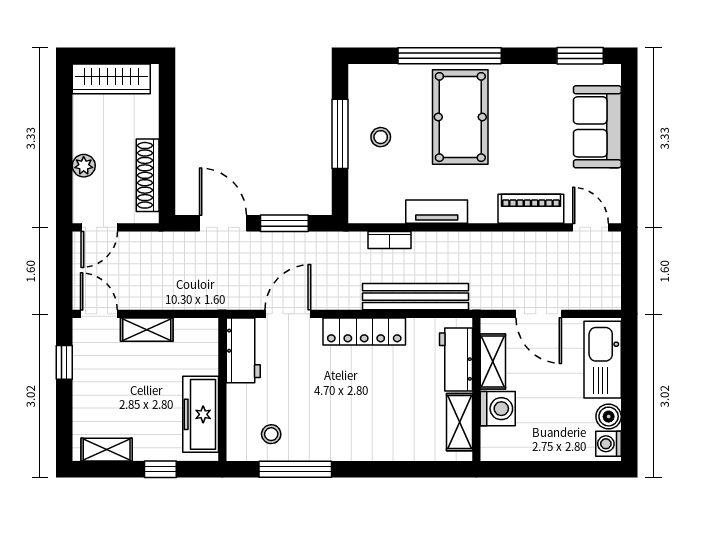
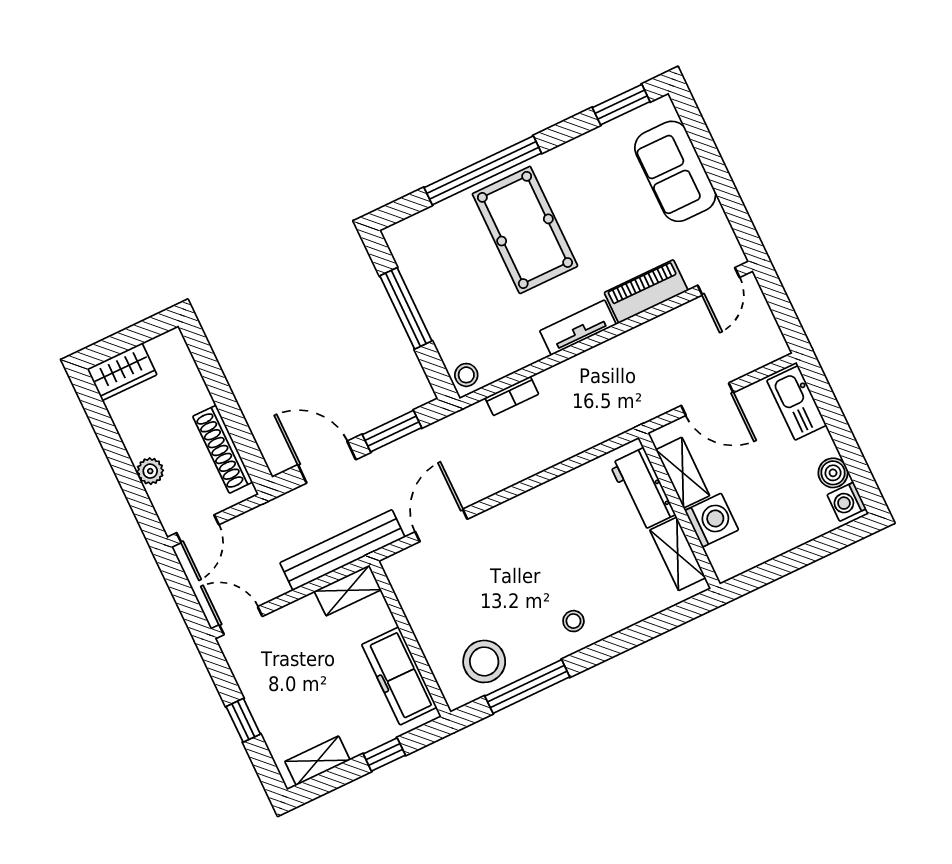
wardrobe: (111, 79) -> (122, 372), width x0.67
stool: (381, 137) -> (466, 375), moved
tv unit: (437, 212) -> (578, 328), moved
door: (590, 227) -> (719, 281), swing flipped
bench: (416, 297) -> (342, 550), moved
shelving: (147, 330) -> (348, 590), moved
locker: (364, 332) -> (531, 506), removed
workbench: (243, 350) -> (412, 587), removed
kitchen sink: (603, 360) -> (797, 403), width x0.73, depth x0.81
window: (64, 362) -> (243, 720), moved
stool: (271, 434) -> (484, 661), width x1.89, depth x1.89
stool: (355, 436) -> (573, 621), added

